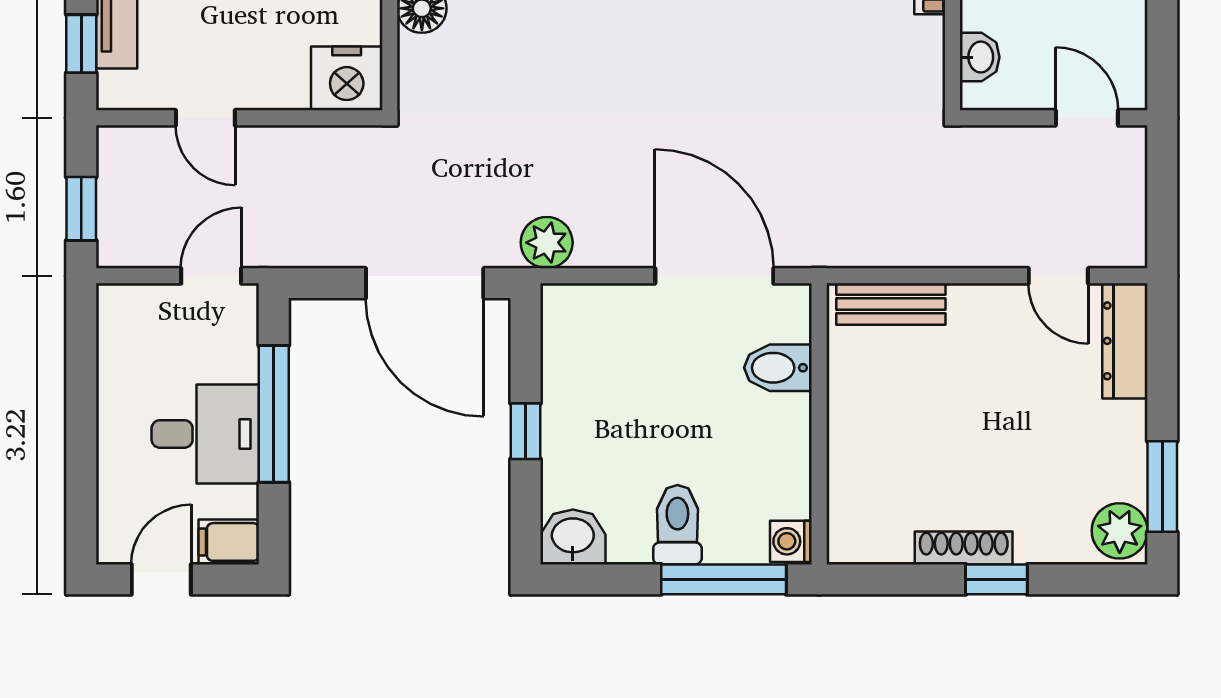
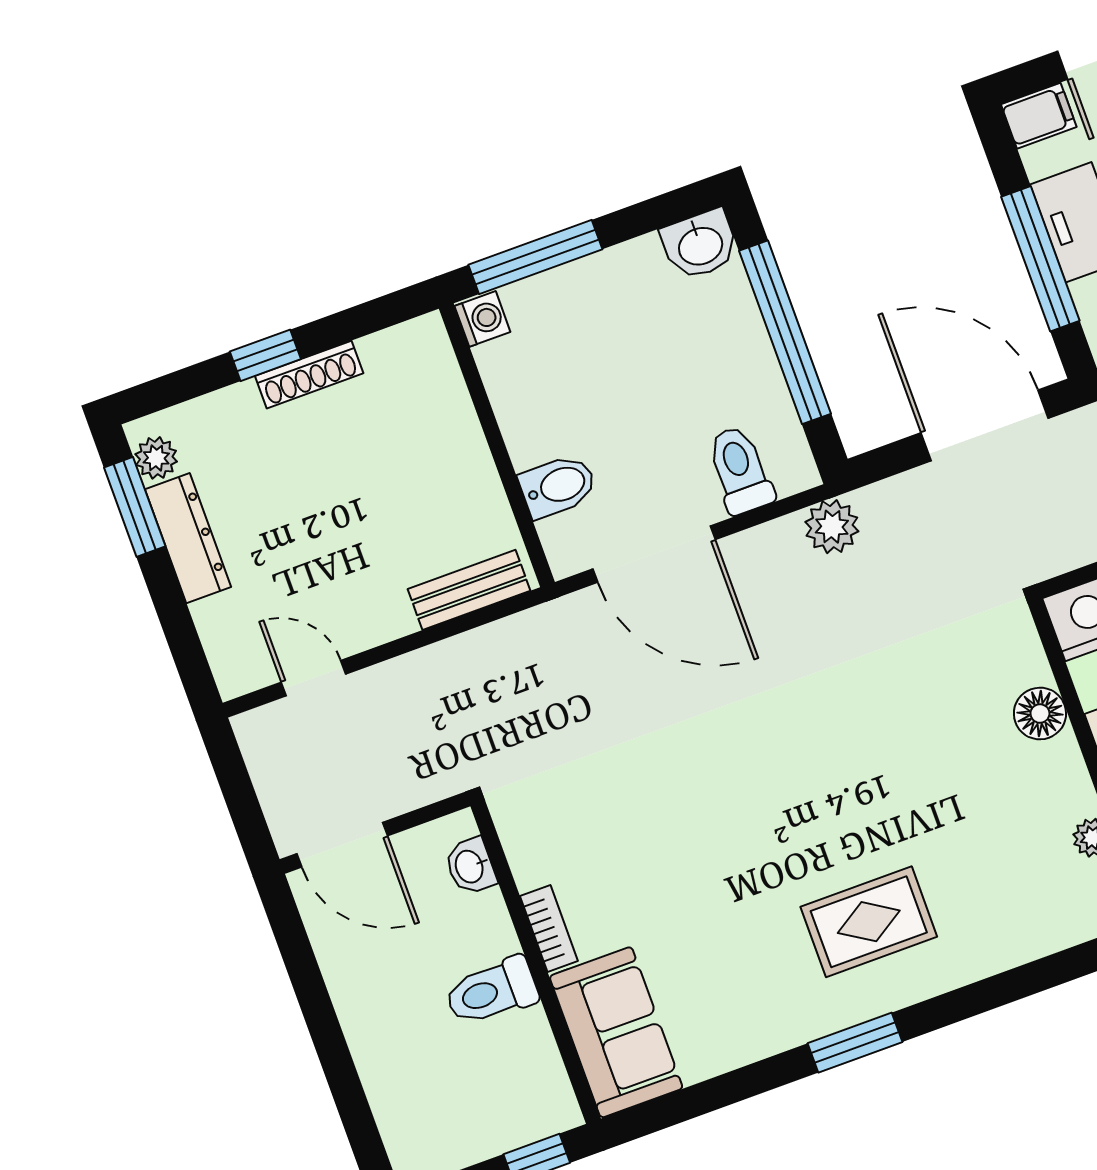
door: (1087, 118) -> (342, 845), width x1.38
door: (425, 283) -> (985, 425), moved
dresser: (1125, 341) -> (188, 538), moved
window: (525, 431) -> (785, 332), width x3.17
toilet: (677, 525) -> (740, 470), moved, turned 180
plant: (1120, 531) -> (156, 458), width x0.73, depth x0.73

